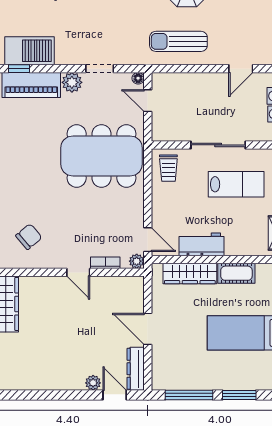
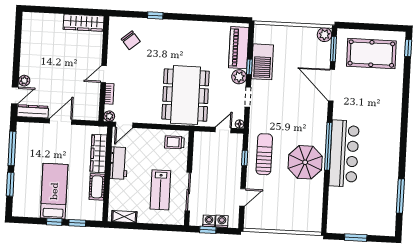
barbecue: (29, 51) -> (262, 62), moved
window: (19, 69) -> (249, 67), moved
window: (185, 69) -> (245, 158), added
door: (241, 69) -> (243, 197), swing flipped
sliding door: (218, 145) -> (188, 192), moved

